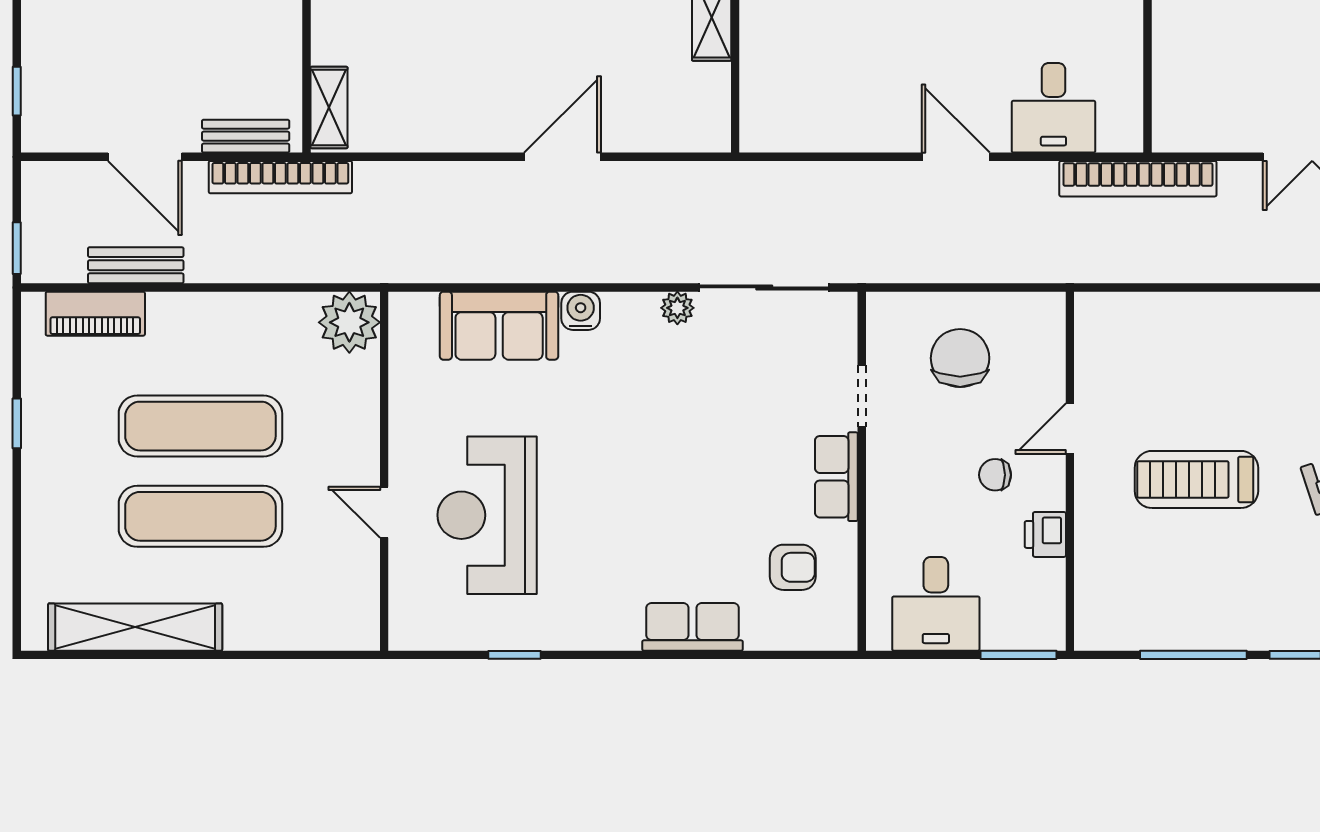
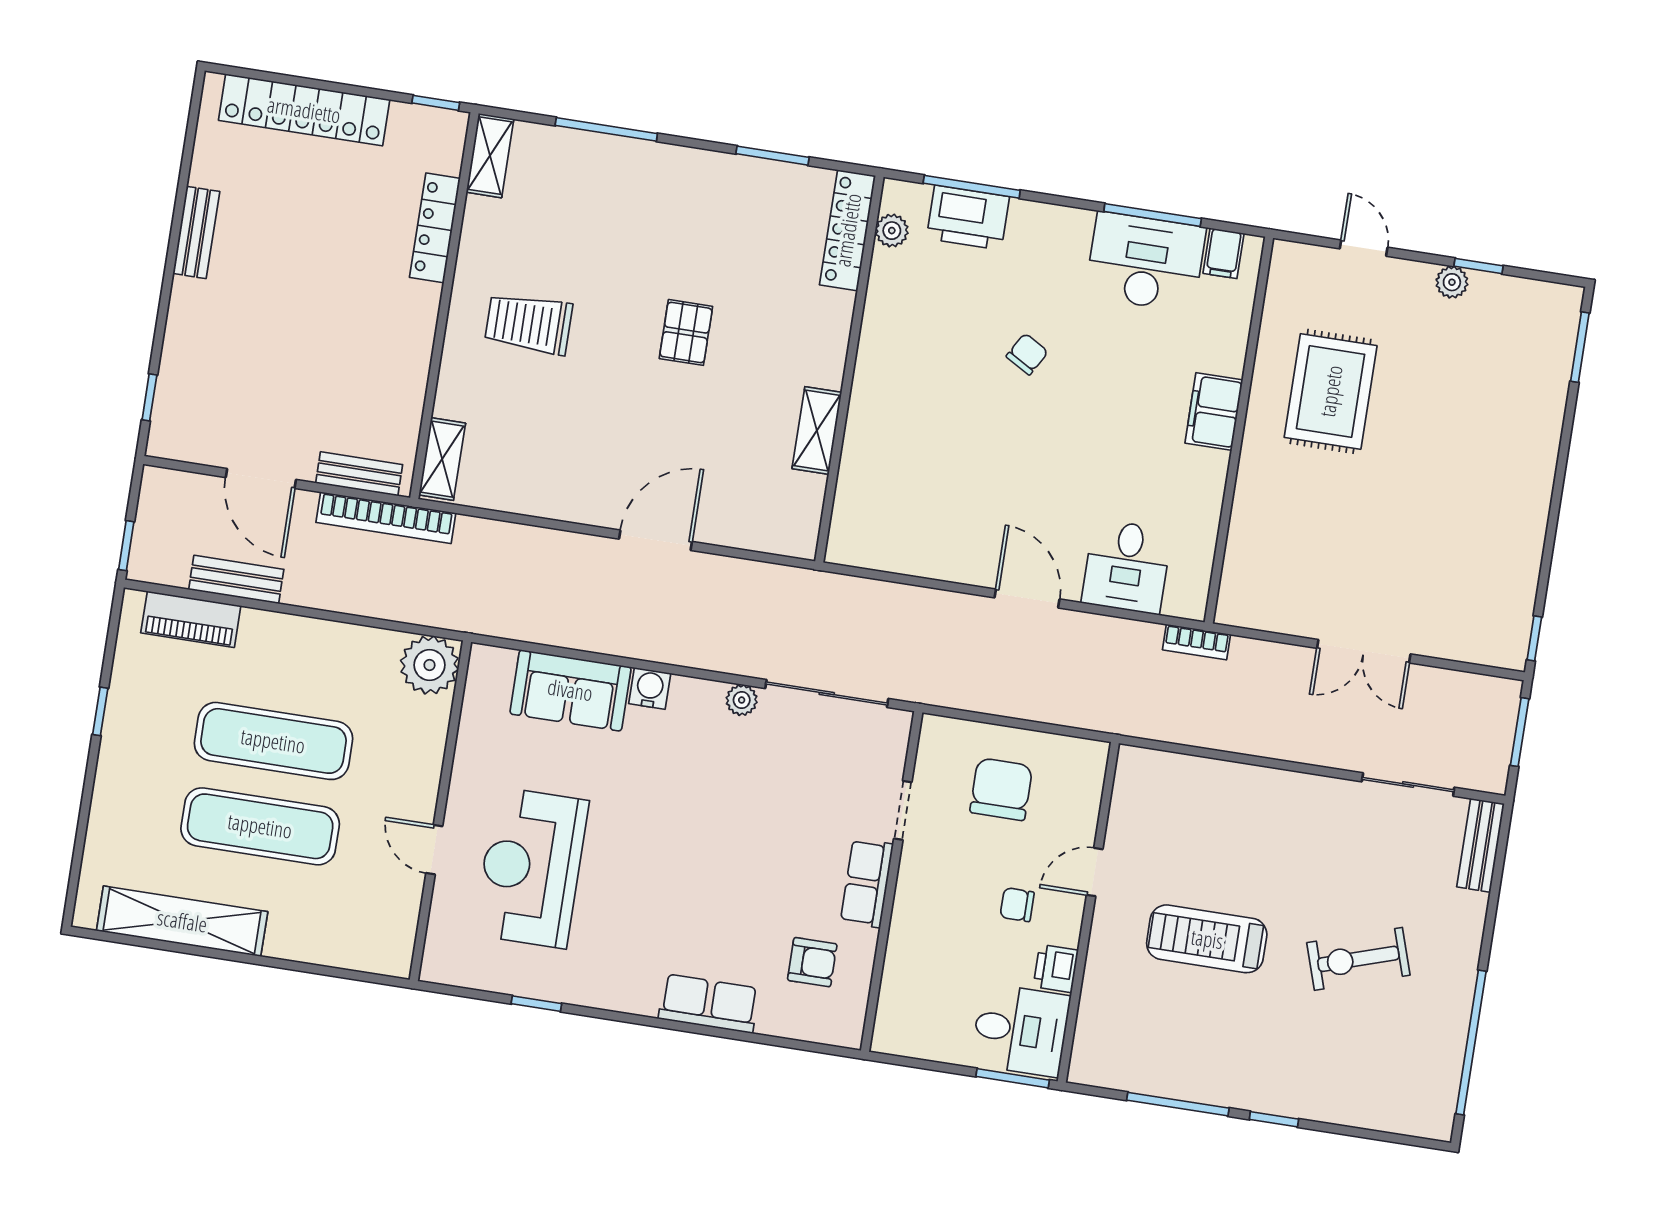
bookcase: (1138, 179) -> (1196, 642), width x0.43, depth x0.76
desk: (936, 604) -> (1020, 1030), moved, turned -90

